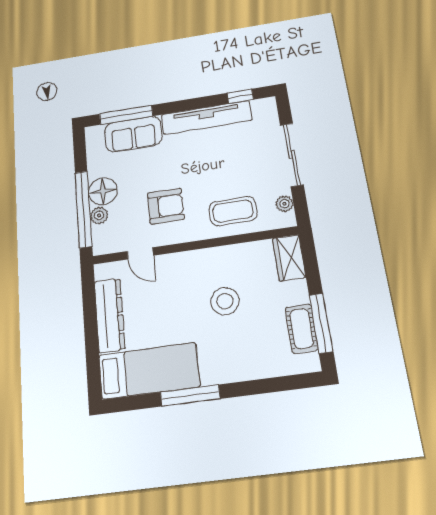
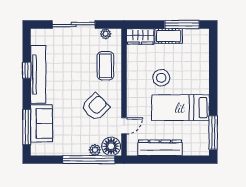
window: (240, 96) -> (27, 70), moved
floor lamp: (103, 191) -> (111, 146), moved
armchair: (166, 206) -> (95, 107), turned 45
cot: (302, 329) -> (169, 36), moved
bed: (149, 371) -> (180, 108), moved, turned -90
window: (190, 395) -> (213, 132), moved

